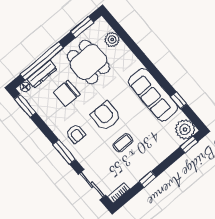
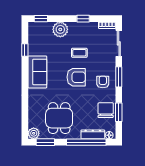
plant: (112, 39) -> (34, 133), moved
chair: (67, 93) -> (106, 110), moved, turned -90
sofa: (153, 95) -> (37, 72), width x0.73
window: (25, 106) -> (119, 112), moved
armchair: (106, 116) -> (76, 77), turned -90
plant: (185, 129) -> (60, 29), moved

